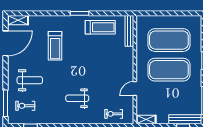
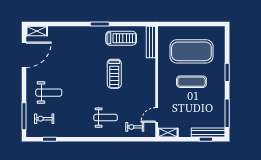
treadmill: (55, 46) -> (114, 74), moved
exercise mat: (169, 70) -> (191, 82), width x0.50, depth x0.69
door: (135, 89) -> (157, 115), moved
weight bench: (77, 98) -> (106, 118), moved, turned 180

